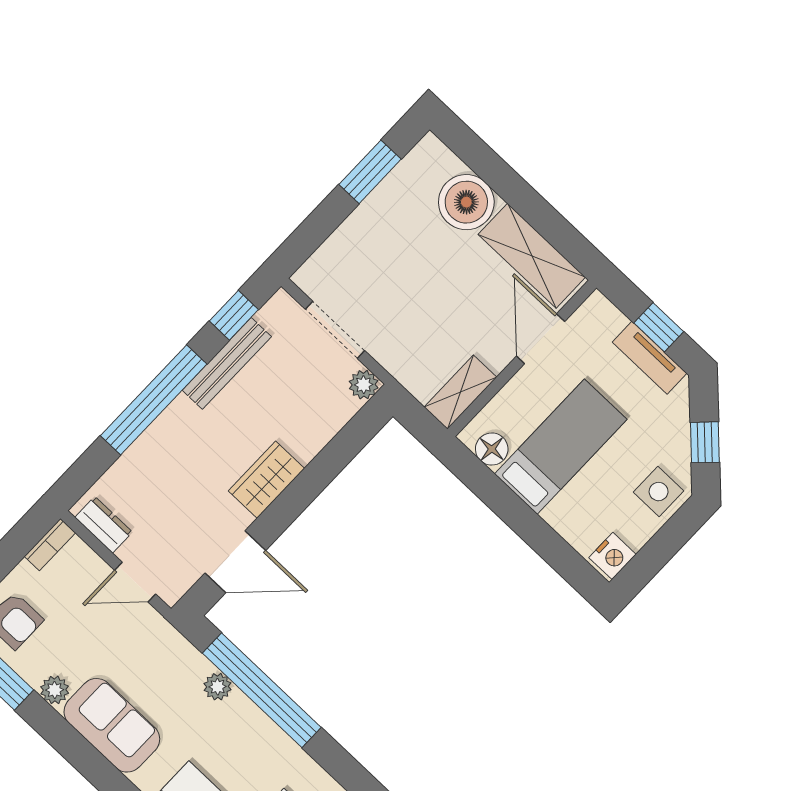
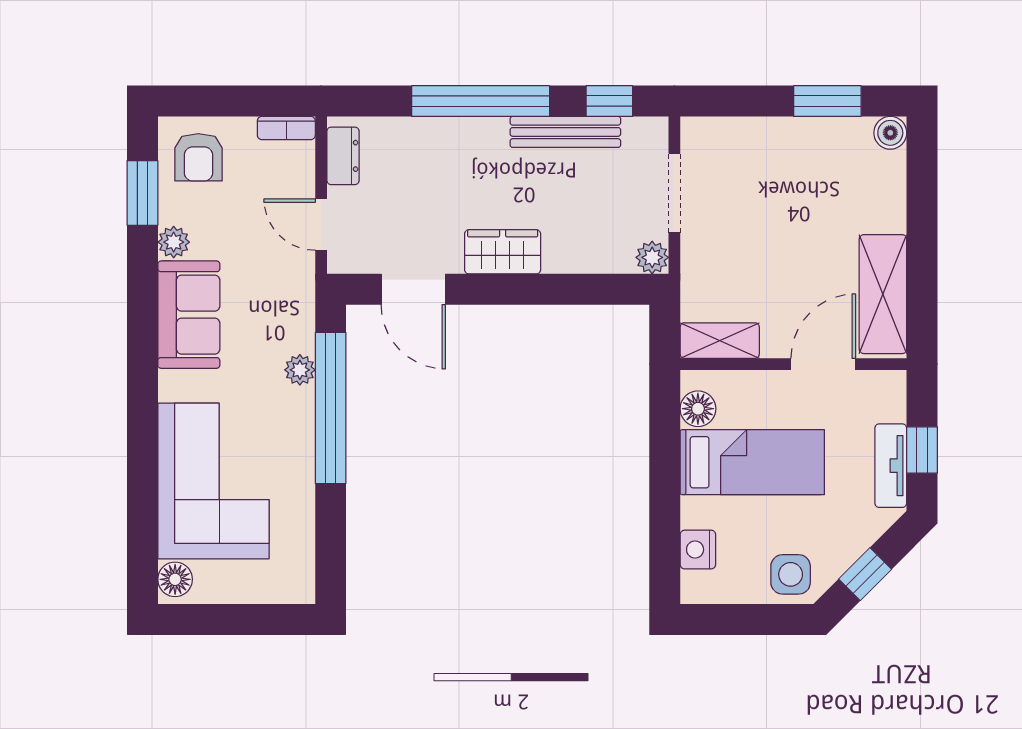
boiler: (466, 202) -> (890, 133), moved, width x0.54, depth x0.54
nightstand: (612, 556) -> (698, 550), moved, turned 90

